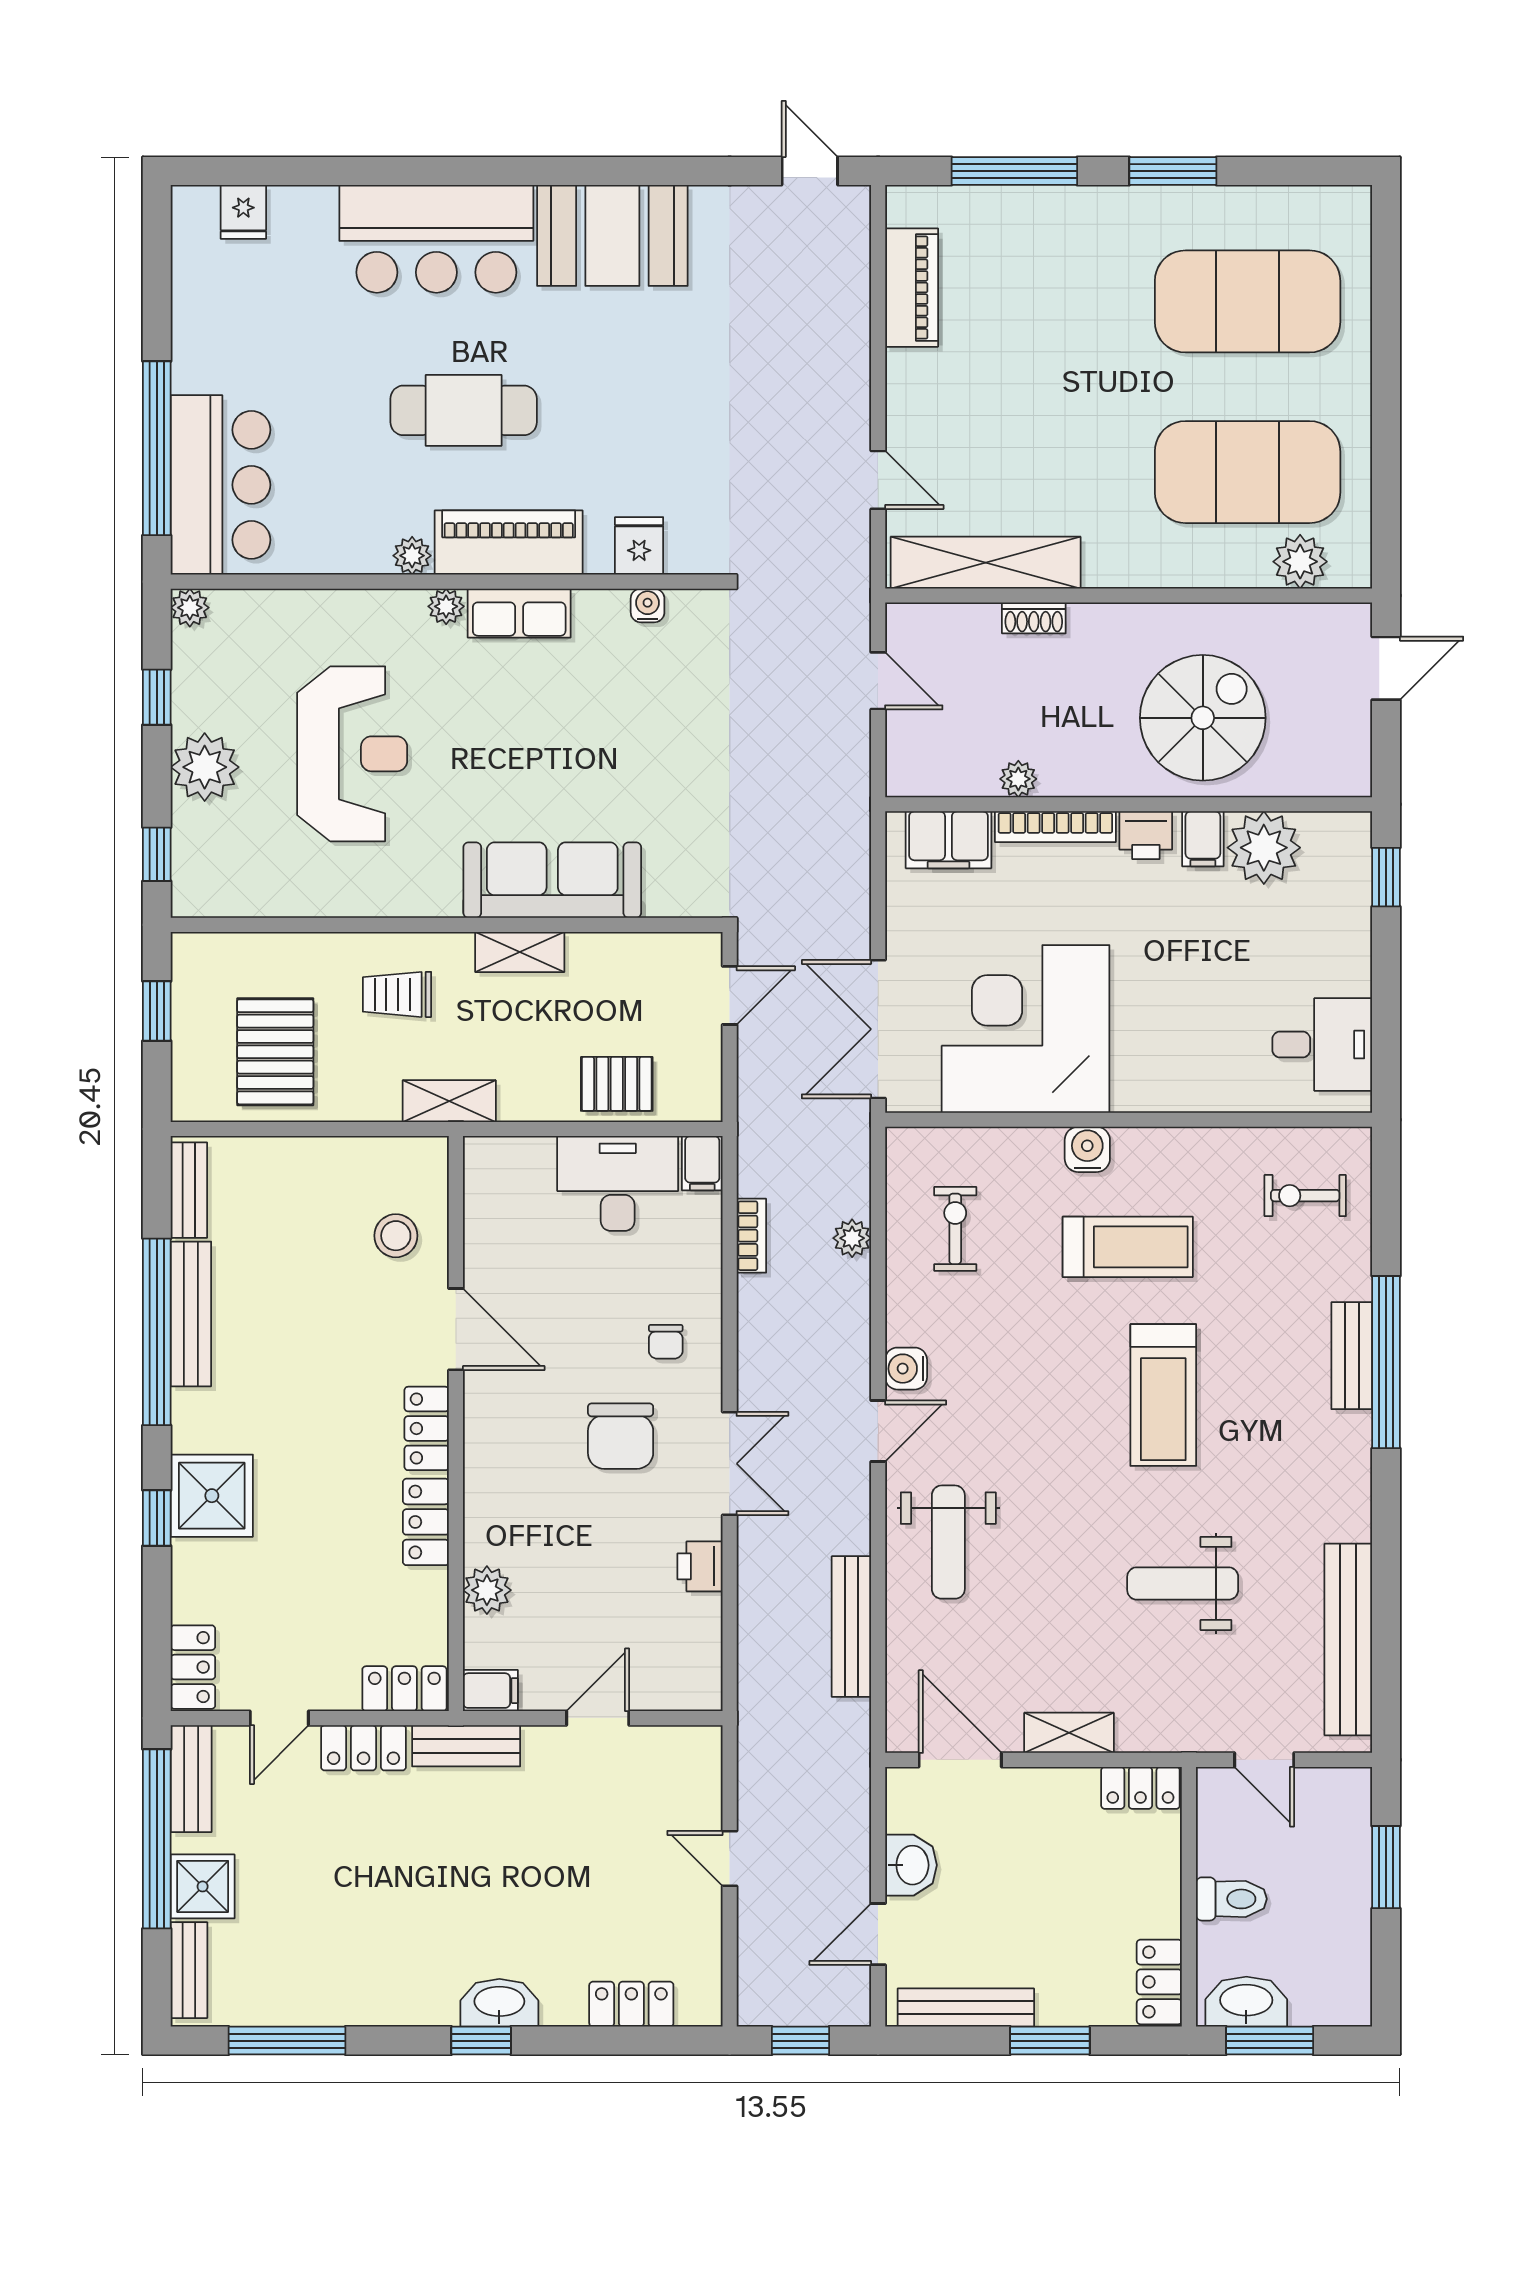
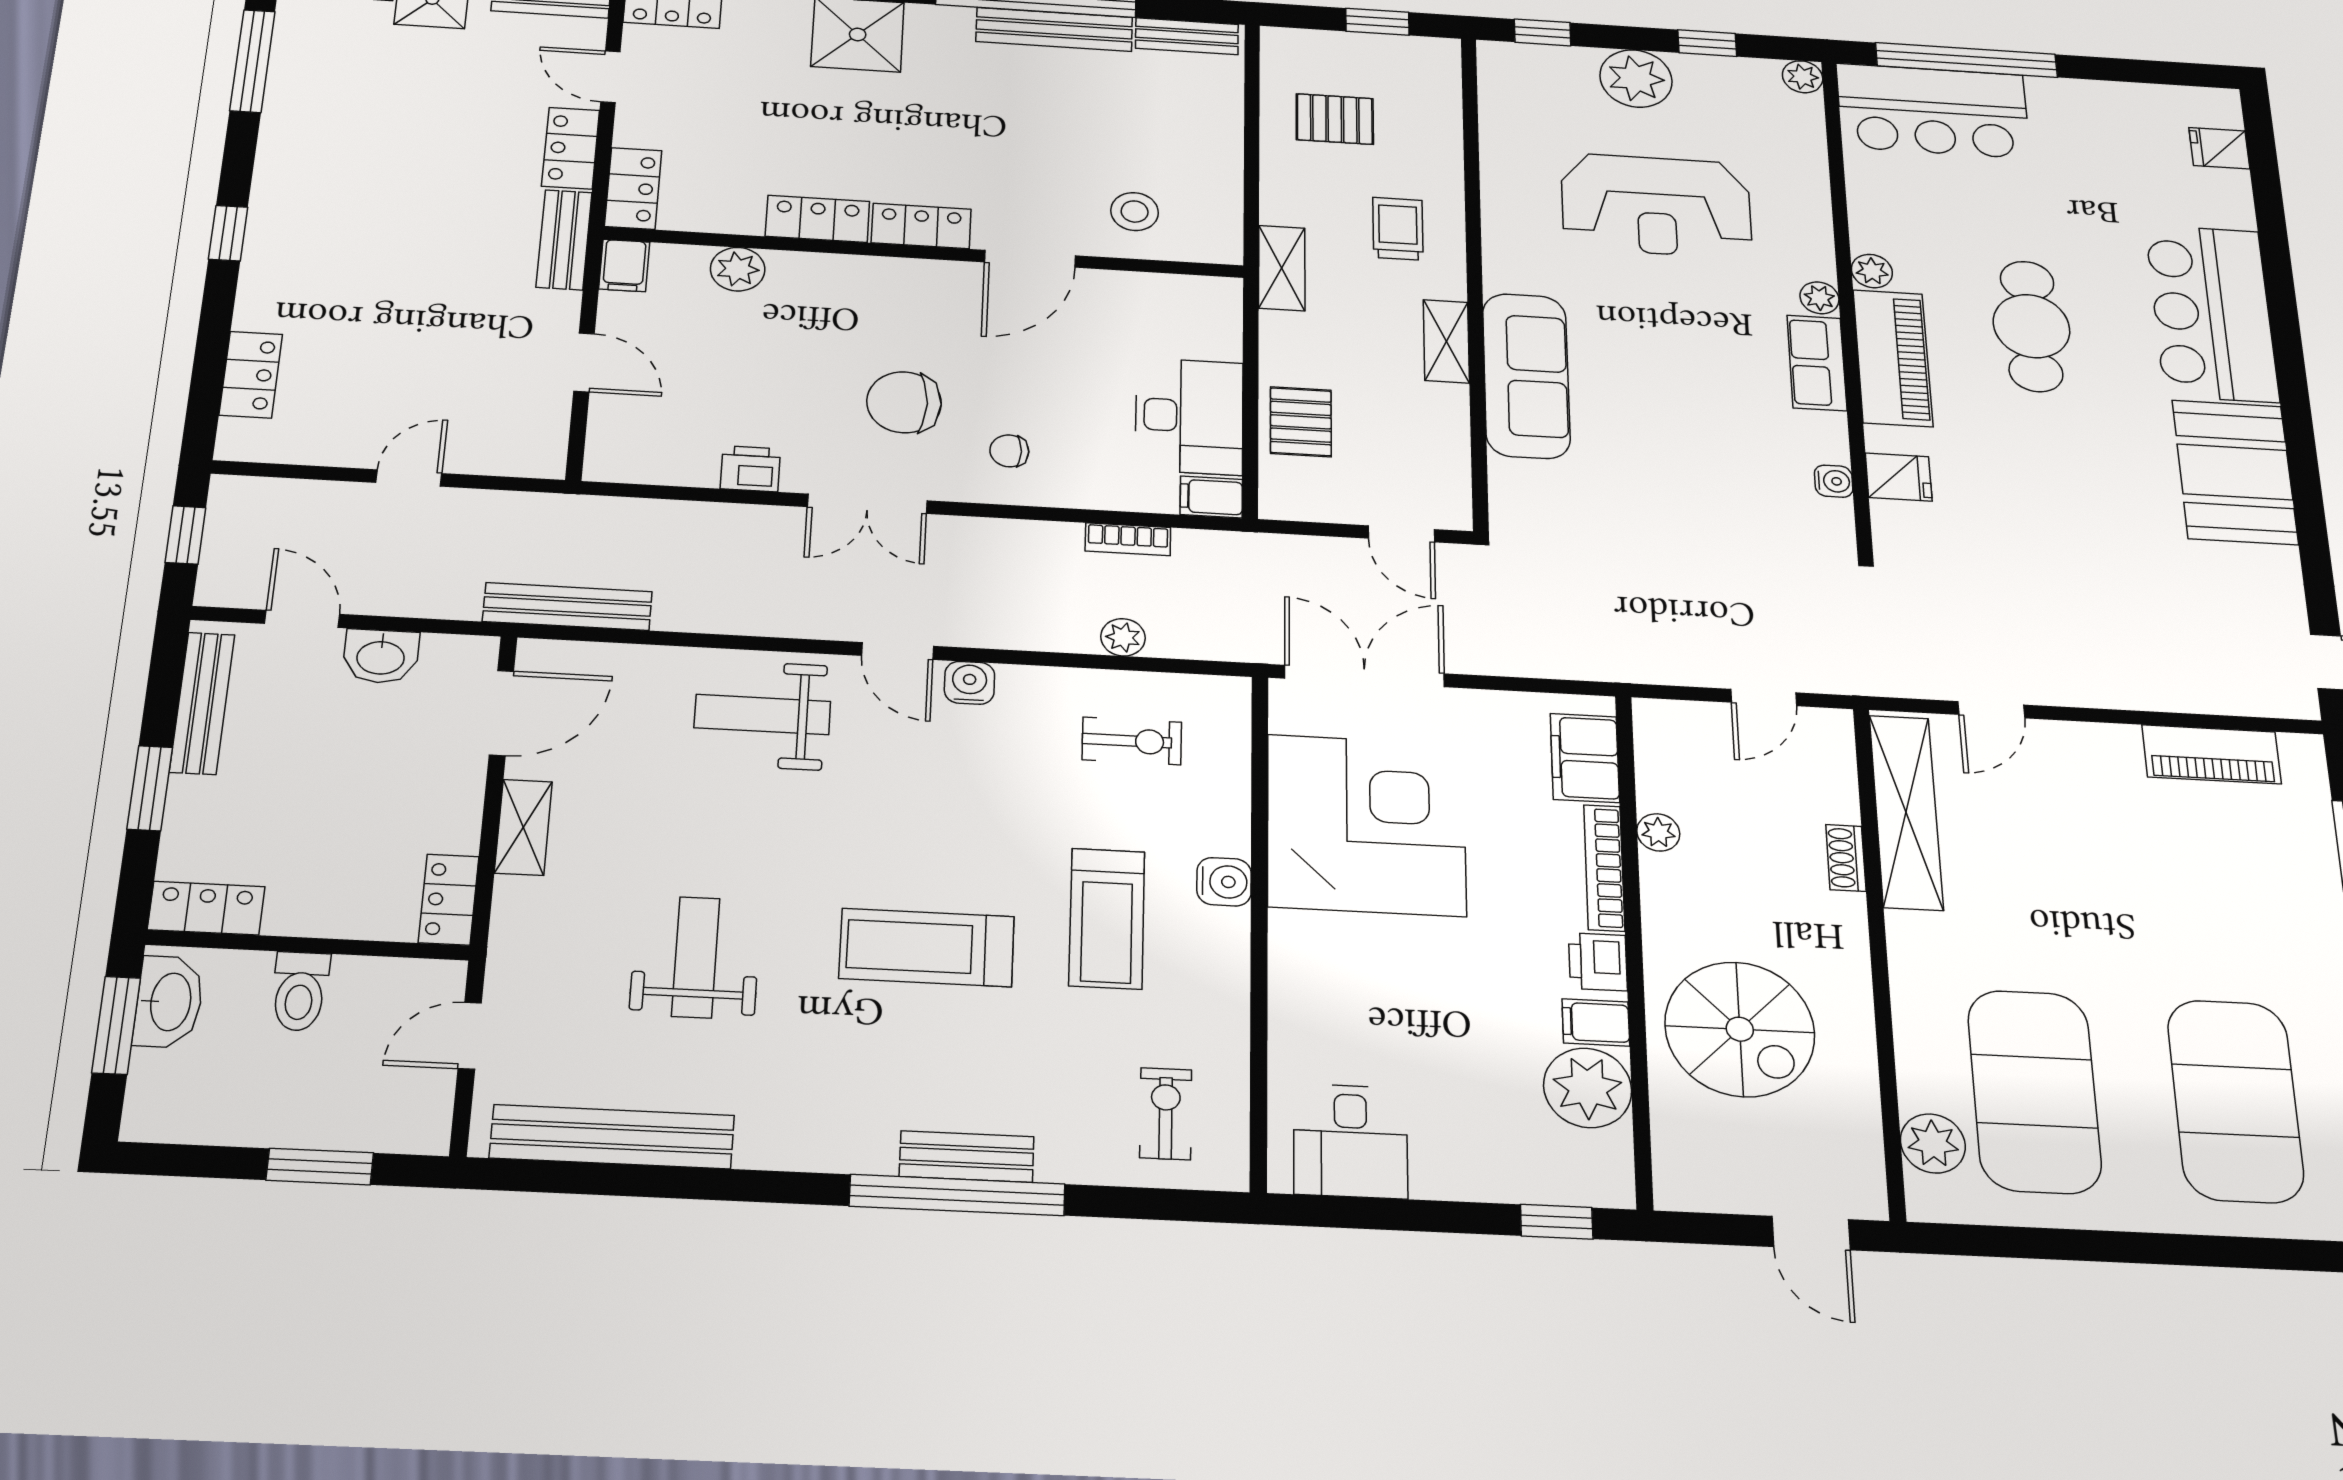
pallet: (275, 1052) -> (1335, 119), width x0.67, depth x0.71
bench: (851, 1627) -> (567, 606), moved
washbasin: (499, 2003) -> (269, 252), removed

